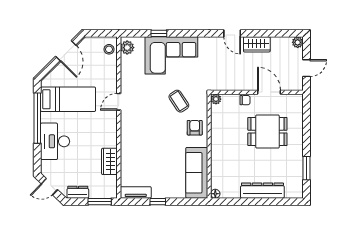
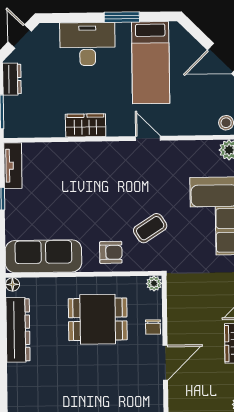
window: (37, 118) -> (122, 17), width x0.47
dining table: (267, 132) -> (98, 319), moved, turned 90
wardrobe: (109, 161) -> (86, 125), moved
dresser: (262, 191) -> (18, 330), moved

